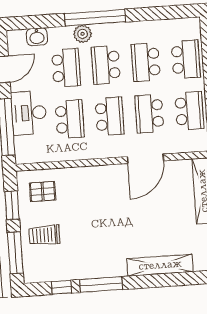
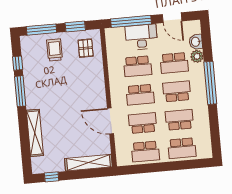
plant: (83, 34) -> (197, 56), moved

